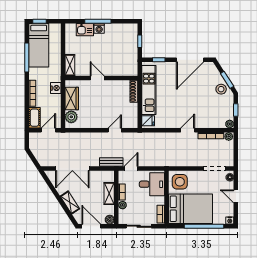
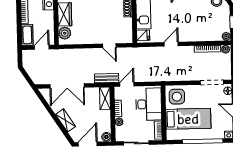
door: (115, 130) -> (109, 46), swing flipped
door: (188, 130) -> (171, 44), moved
desk: (152, 184) -> (149, 104), width x1.37
shelving: (109, 194) -> (105, 98), moved
bed: (191, 209) -> (188, 119), width x0.67
door: (91, 226) -> (88, 144), hinge flipped

